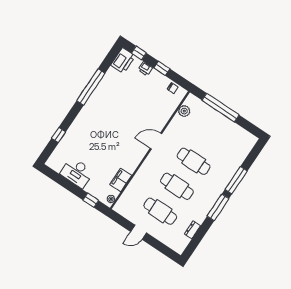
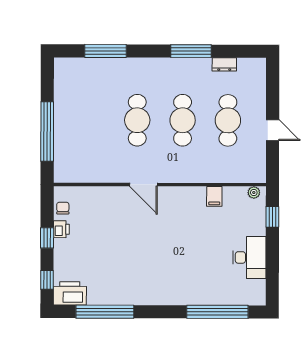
printer: (145, 69) -> (61, 229), moved
window: (91, 87) -> (105, 312), moved
plant: (184, 111) -> (82, 174), removed
window: (59, 135) -> (217, 312), width x3.17
filing cabinet: (121, 180) -> (214, 196), width x0.50
window: (236, 180) -> (105, 51), moved
window: (218, 207) -> (191, 51), moved

